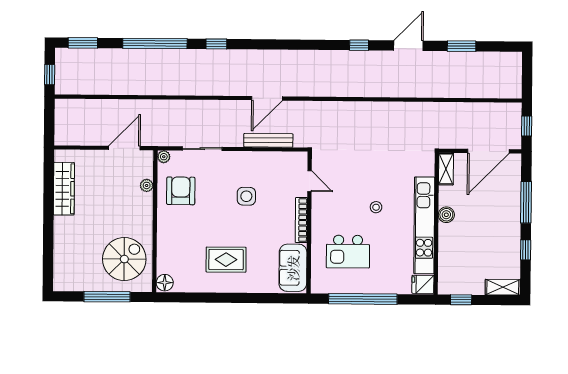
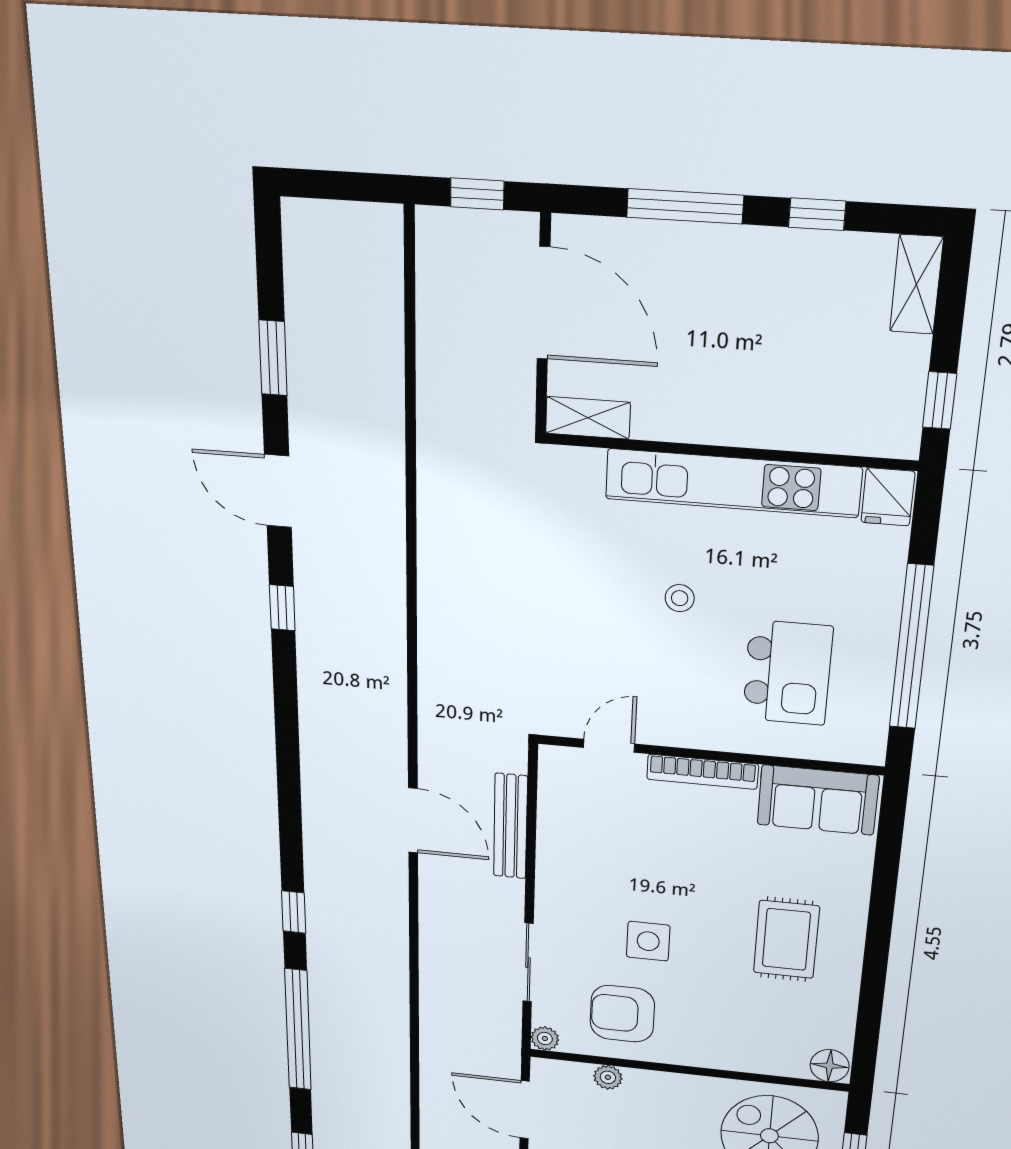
side table: (246, 196) -> (648, 941), moved
boiler: (446, 215) -> (708, 425), removed

